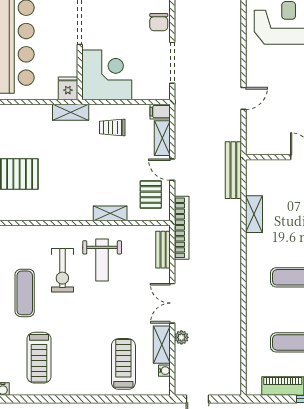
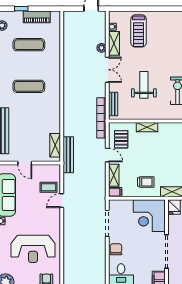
coffee table: (264, 119) -> (49, 187), added
shelving: (254, 214) -> (55, 145), moved
weight bench: (102, 260) -> (144, 85), moved

